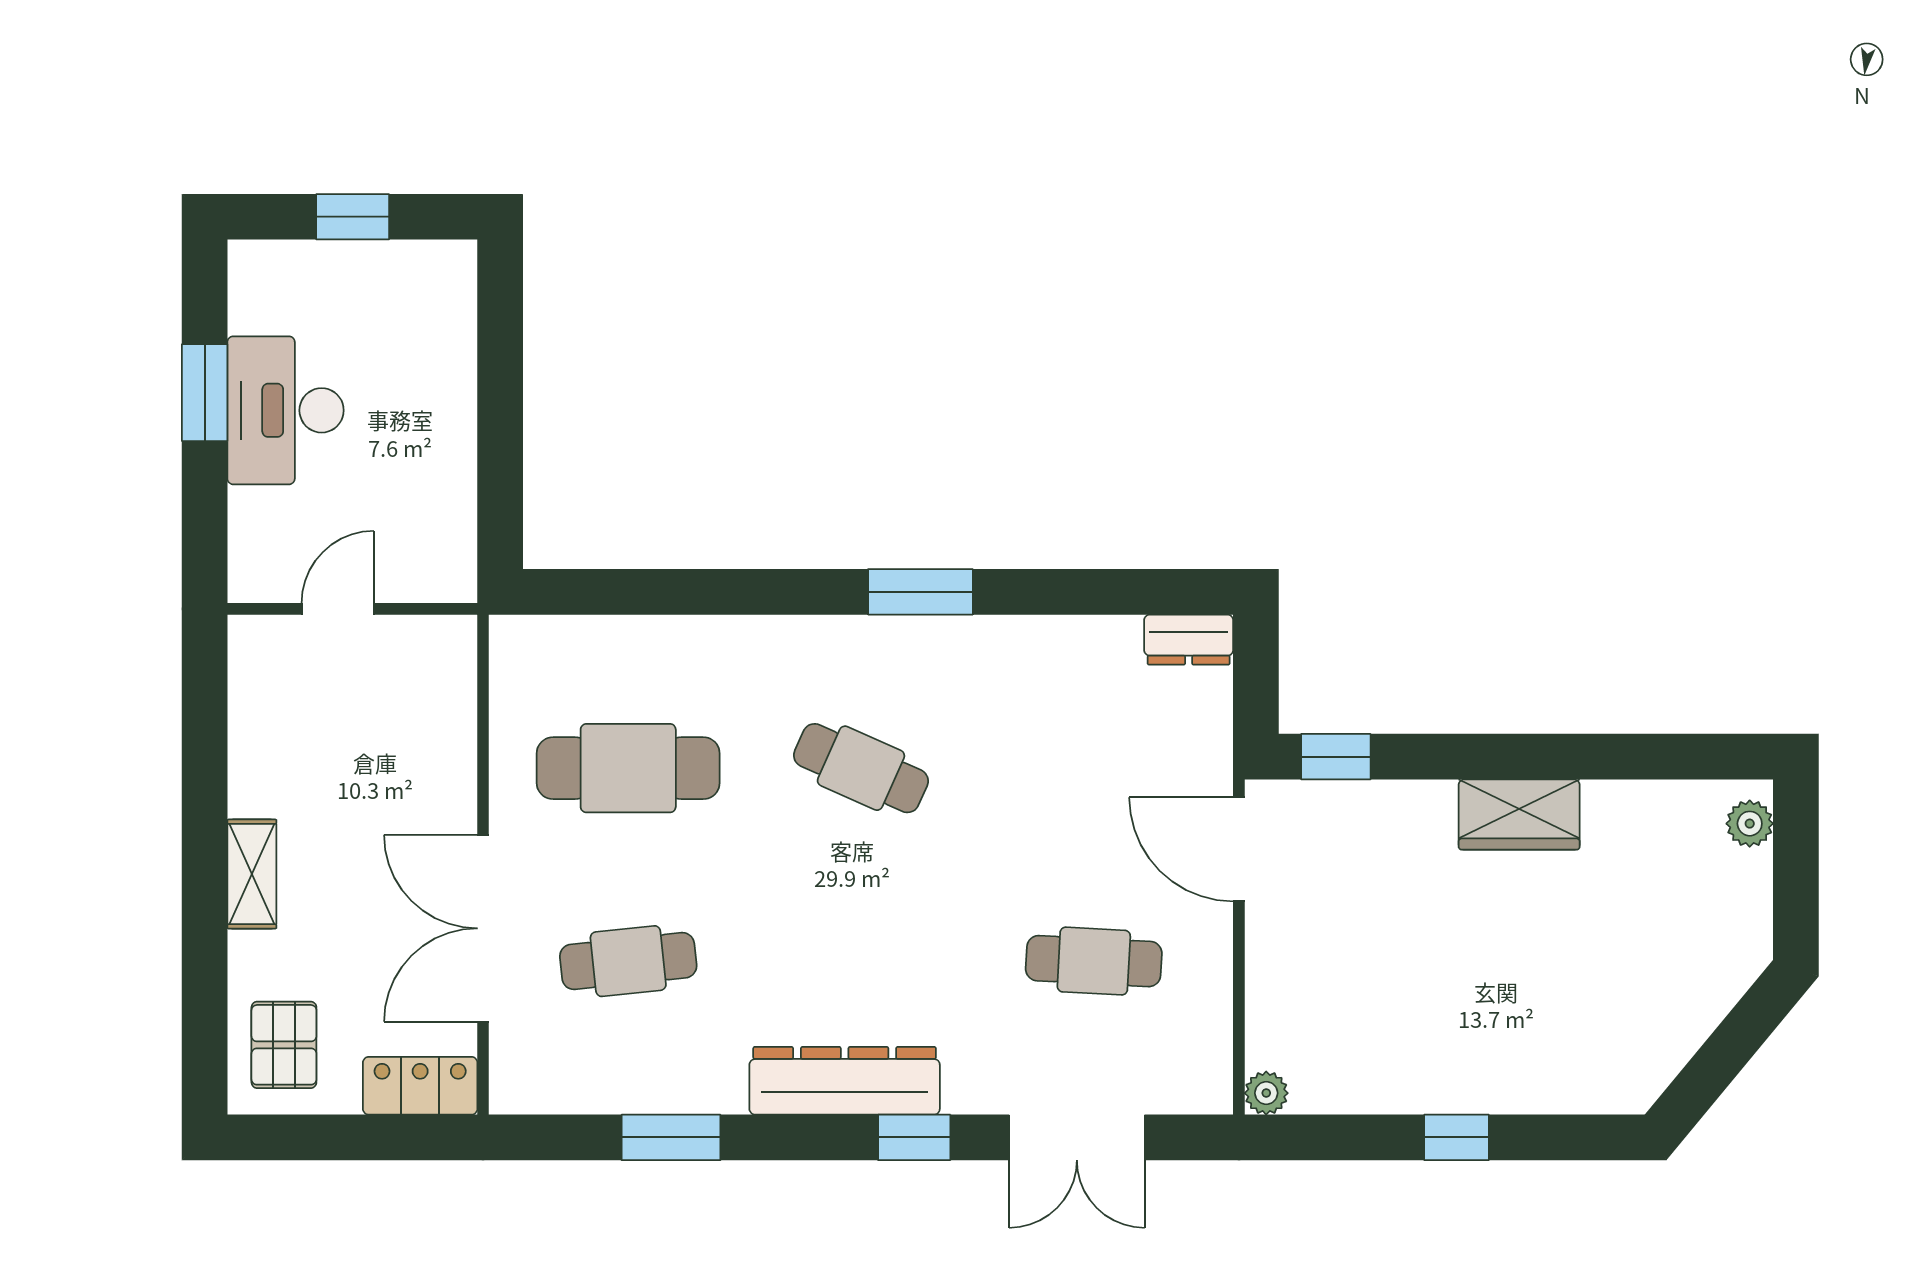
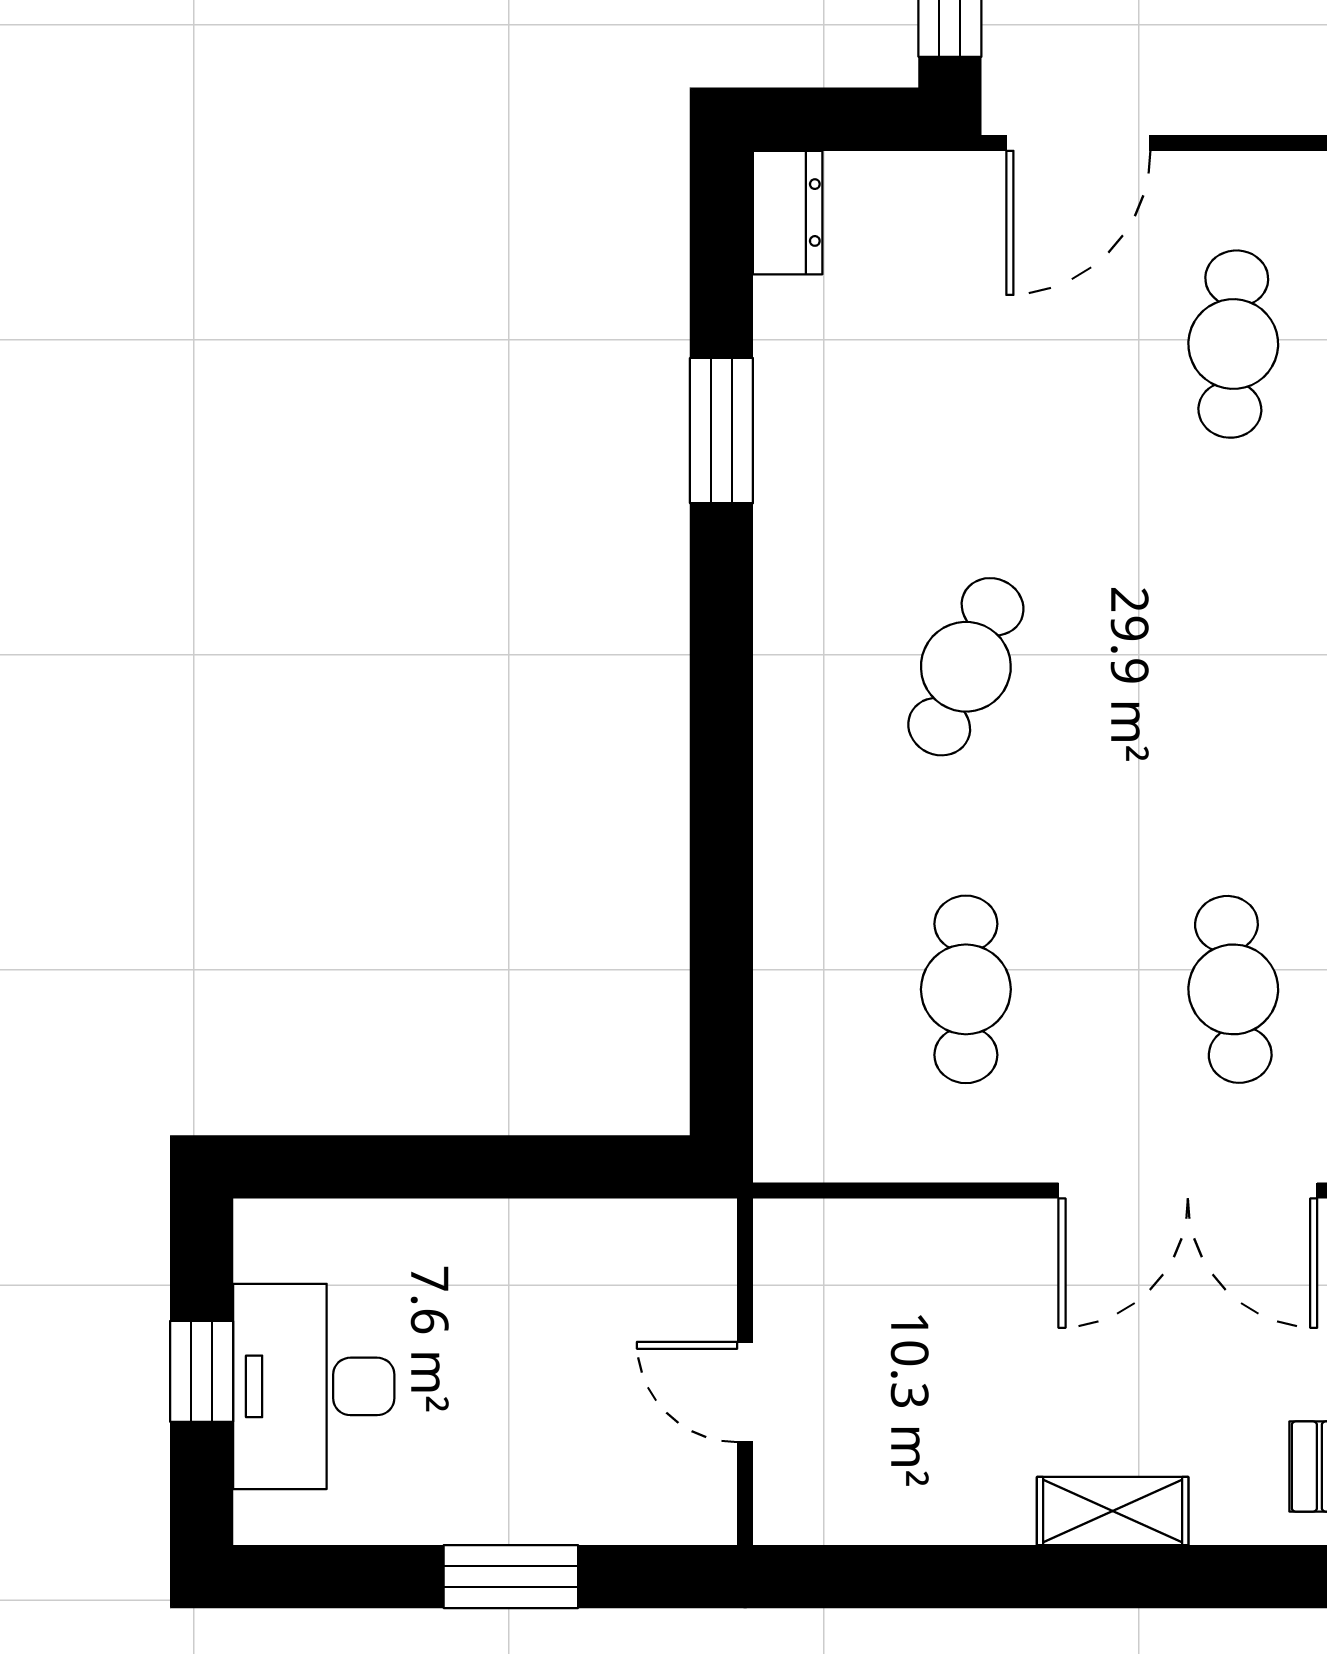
window: (205, 393) -> (511, 1577), moved
desk: (285, 410) -> (314, 1386), moved, turned 90
window: (920, 592) -> (721, 431), moved
cafe table: (628, 768) -> (966, 989), width x0.73, depth x0.74

